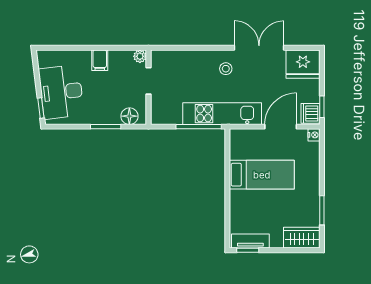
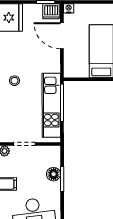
kitchen unit: (222, 114) -> (51, 105), moved
floor lamp: (129, 116) -> (54, 174), moved

